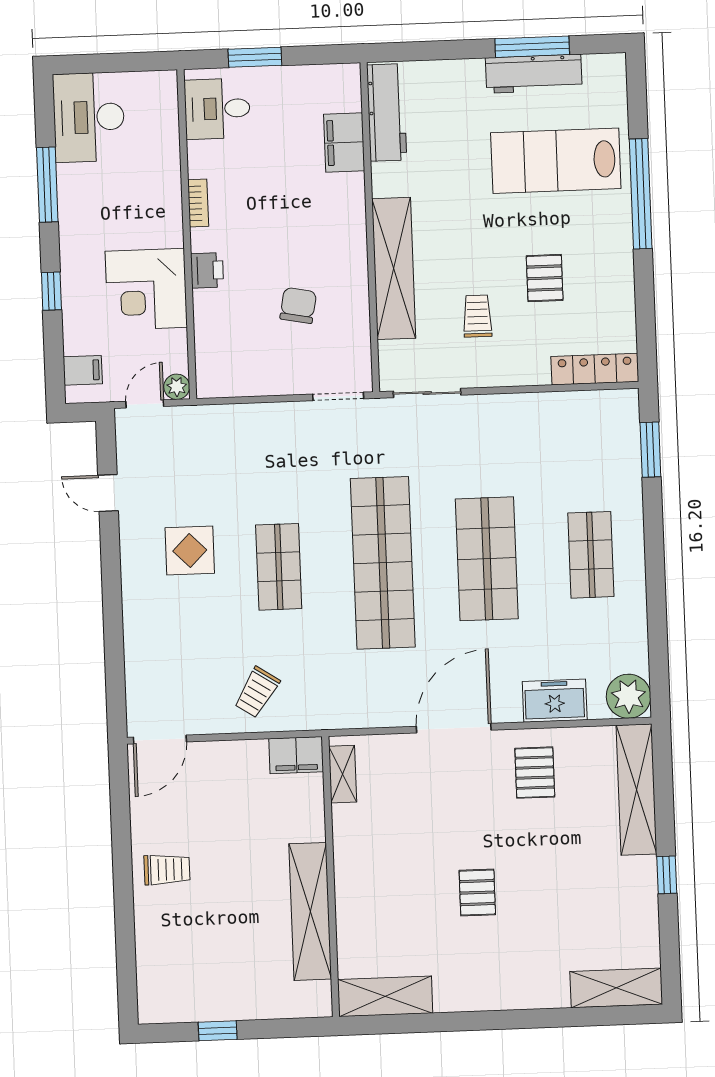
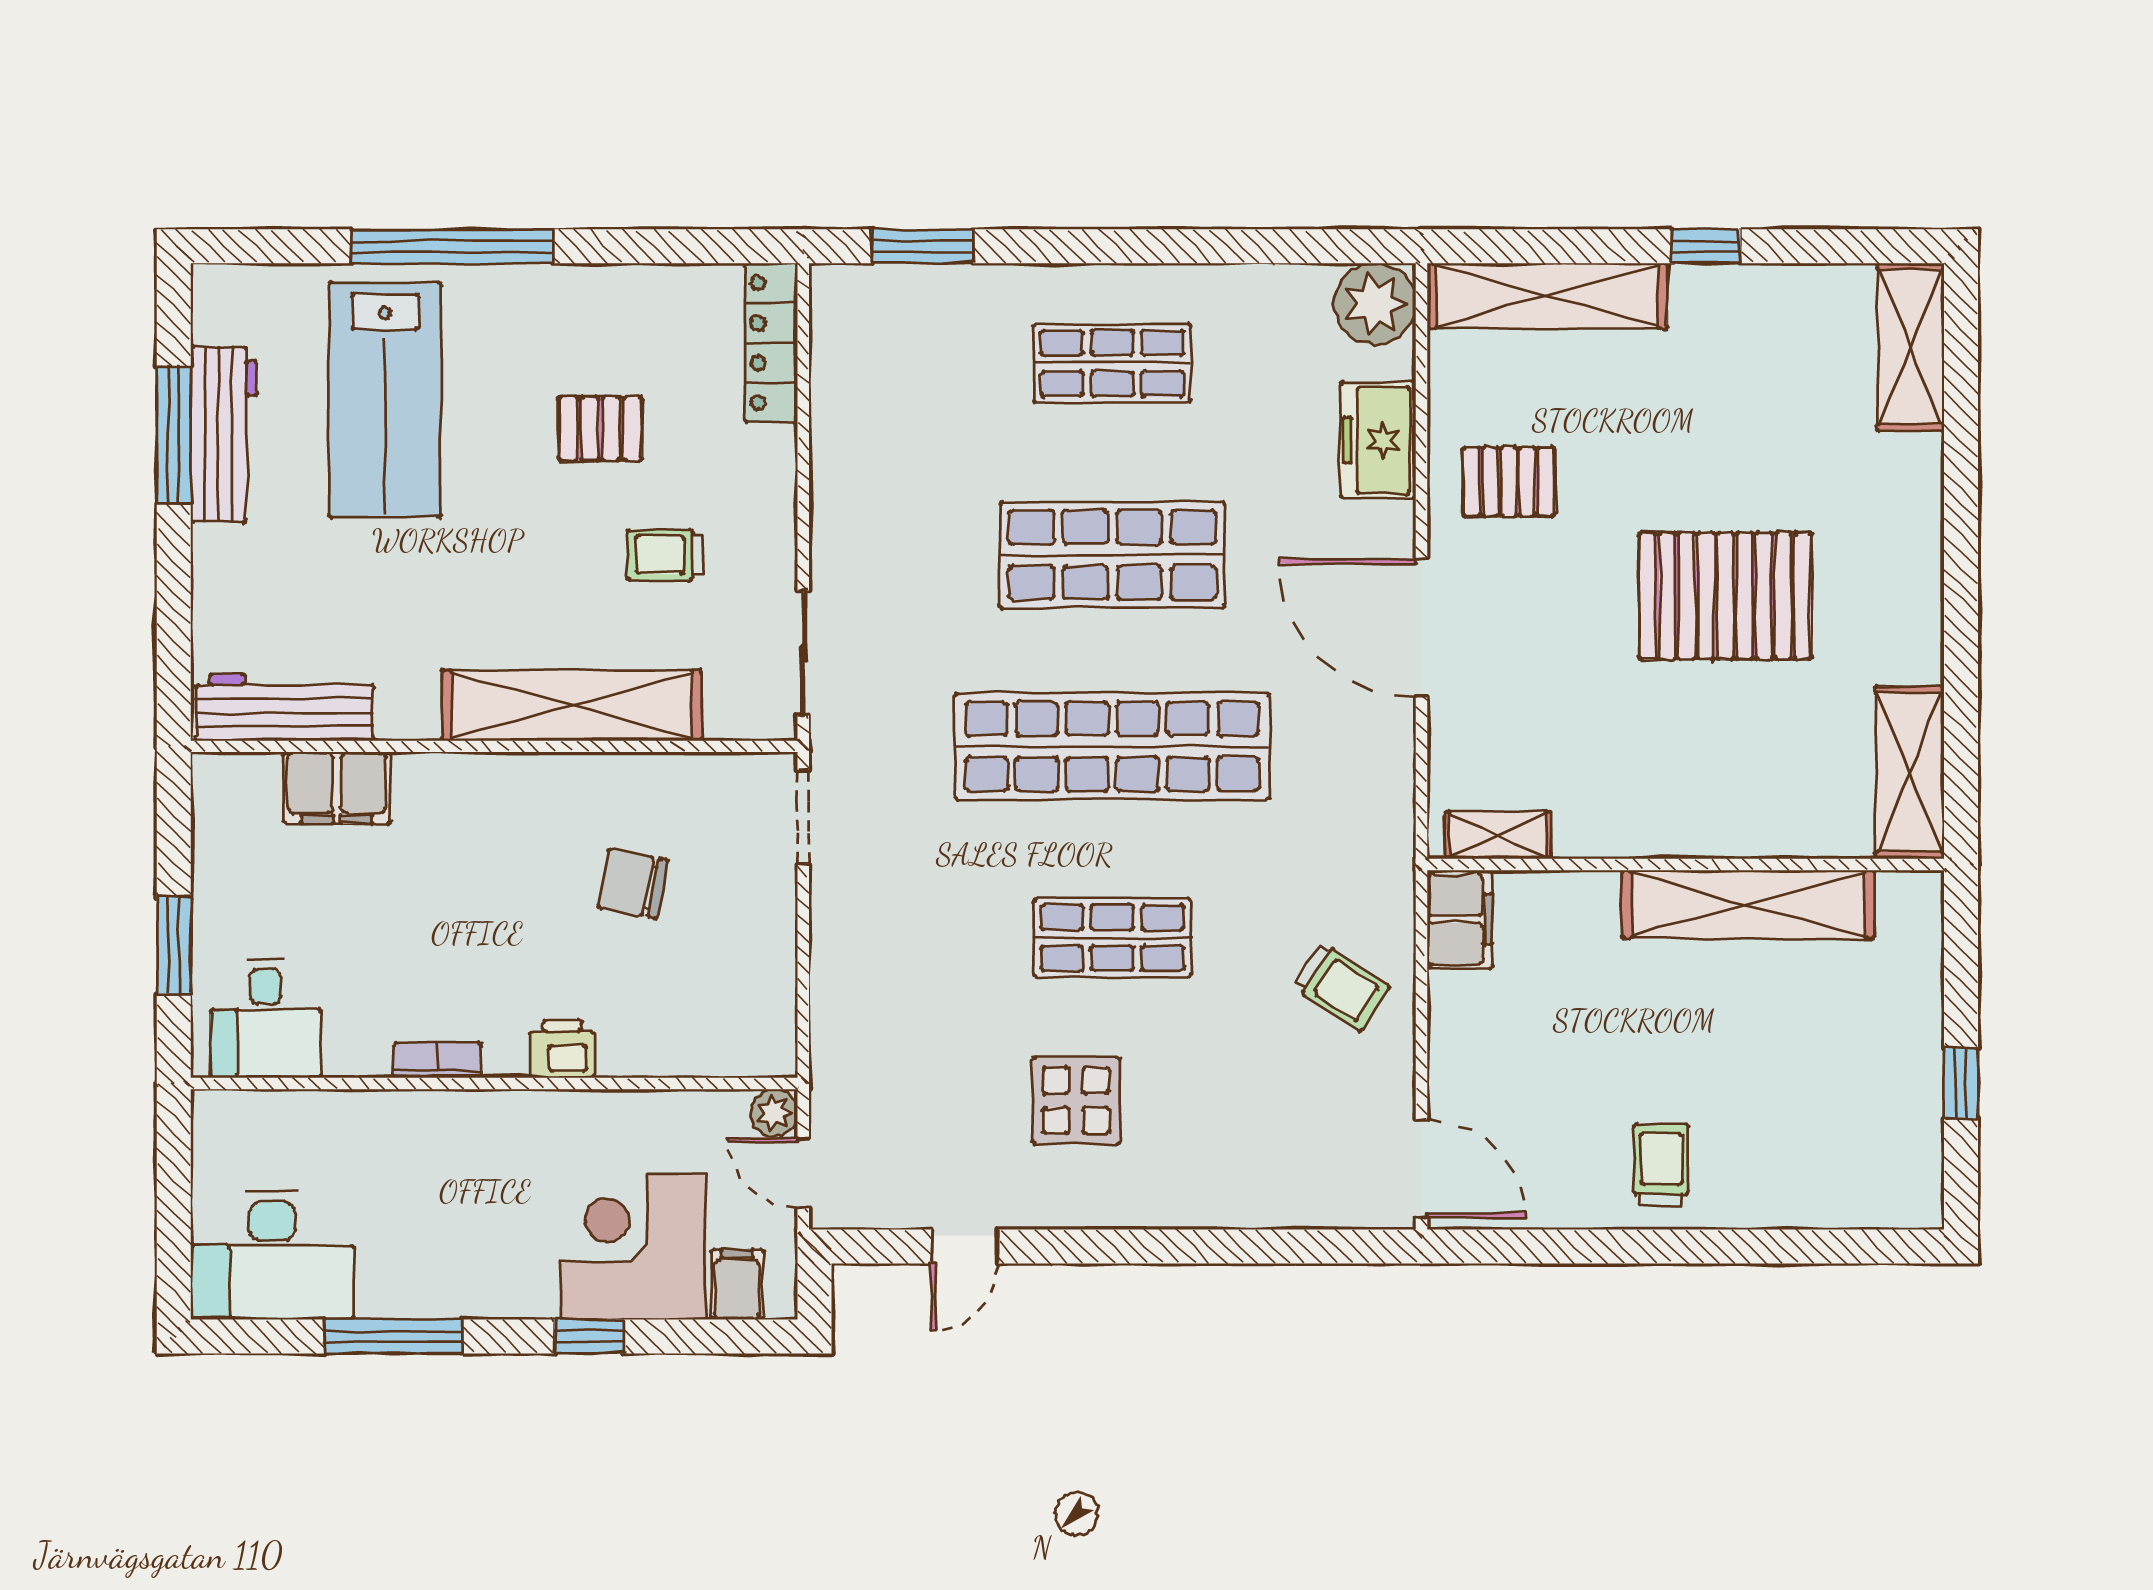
corner desk: (146, 289) -> (633, 1247), moved, turned 180
pallet: (477, 893) -> (1725, 596), width x2.05, depth x2.00

